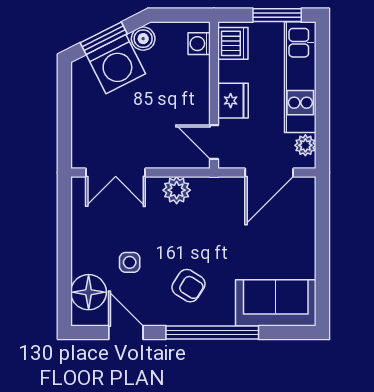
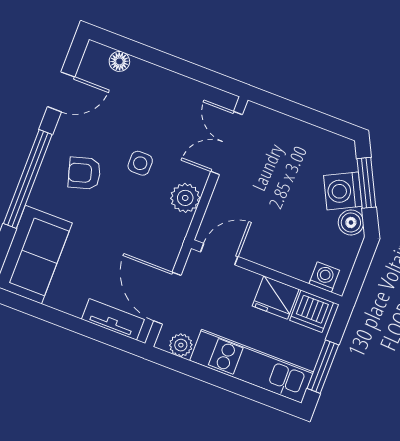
washing machine: (116, 64) -> (343, 191), width x0.73, depth x0.73
fridge: (233, 101) -> (276, 298), moved
tv unit: (306, 213) -> (113, 319), added
side table: (130, 262) -> (140, 163), moved
armchair: (188, 286) -> (84, 173), turned 42
floor lamp: (89, 292) -> (119, 61), width x0.53, depth x0.53

